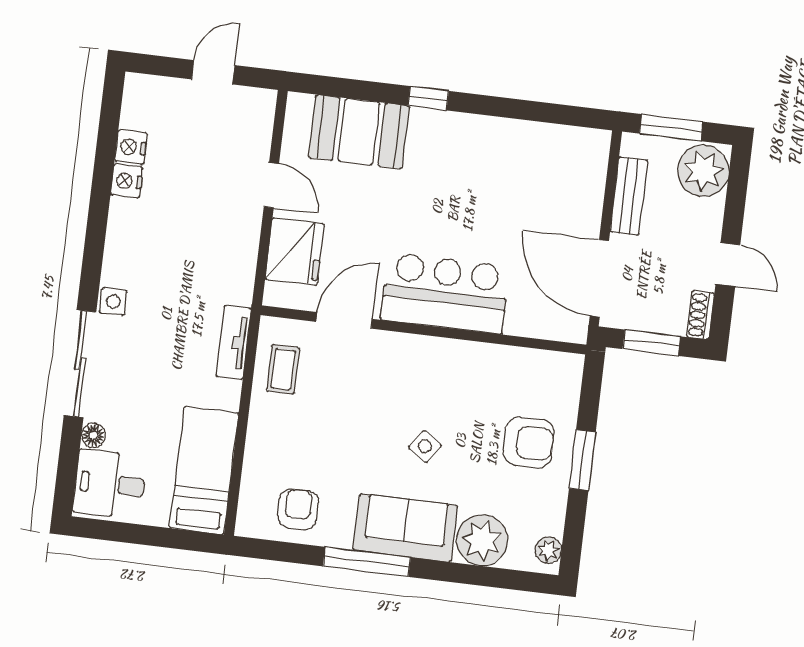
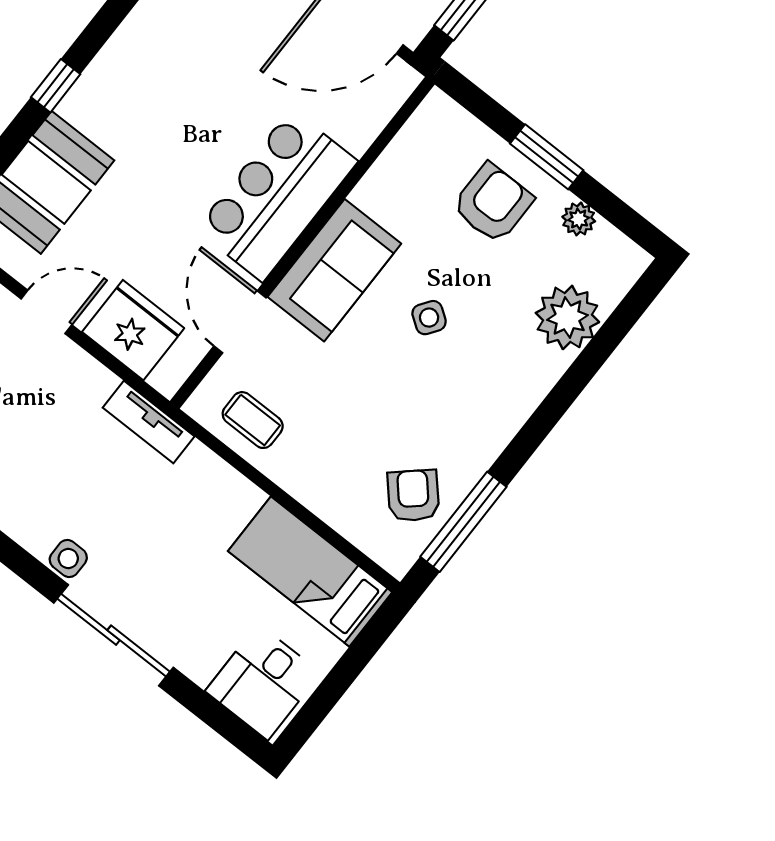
tv unit: (234, 342) -> (149, 422), moved
floor lamp: (93, 435) -> (200, 668), removed
armchair: (298, 509) -> (413, 496), turned 48
sofa: (405, 528) -> (334, 270), moved, turned 180
plant: (548, 550) -> (579, 219), moved
window: (367, 562) -> (463, 522), moved

